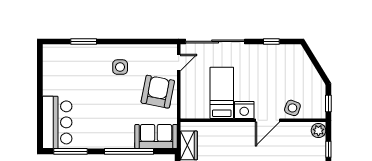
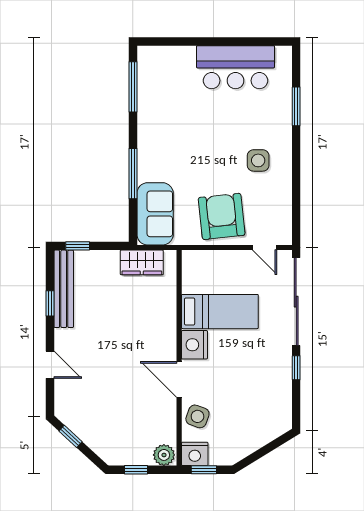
window: (271, 41) -> (296, 368), moved
armchair: (158, 92) -> (222, 216), turned -107
nightstand: (318, 110) -> (195, 454), added
bar counter: (57, 122) -> (236, 67), moved
window: (129, 151) -> (133, 174), width x0.68

